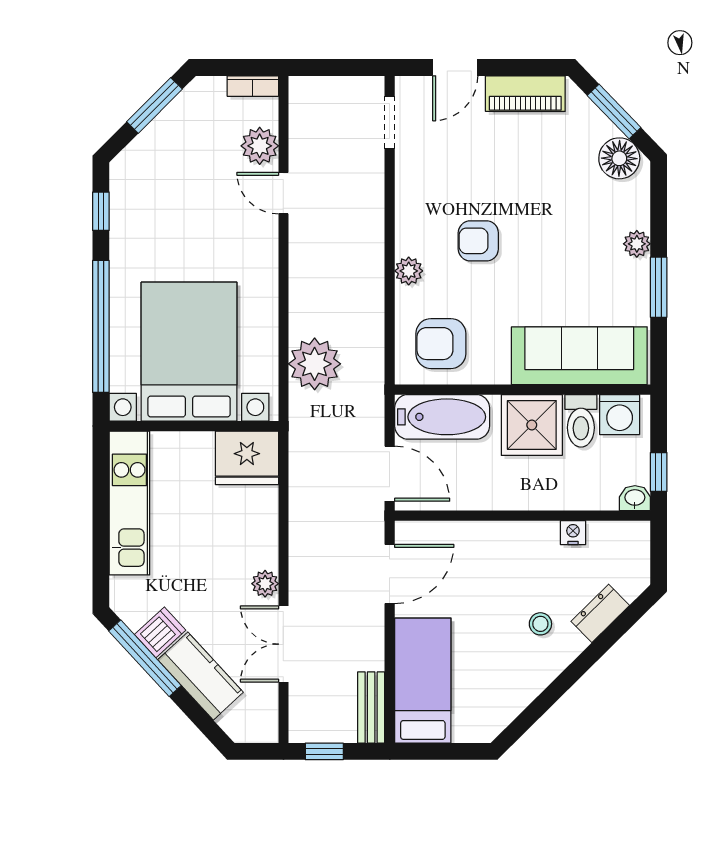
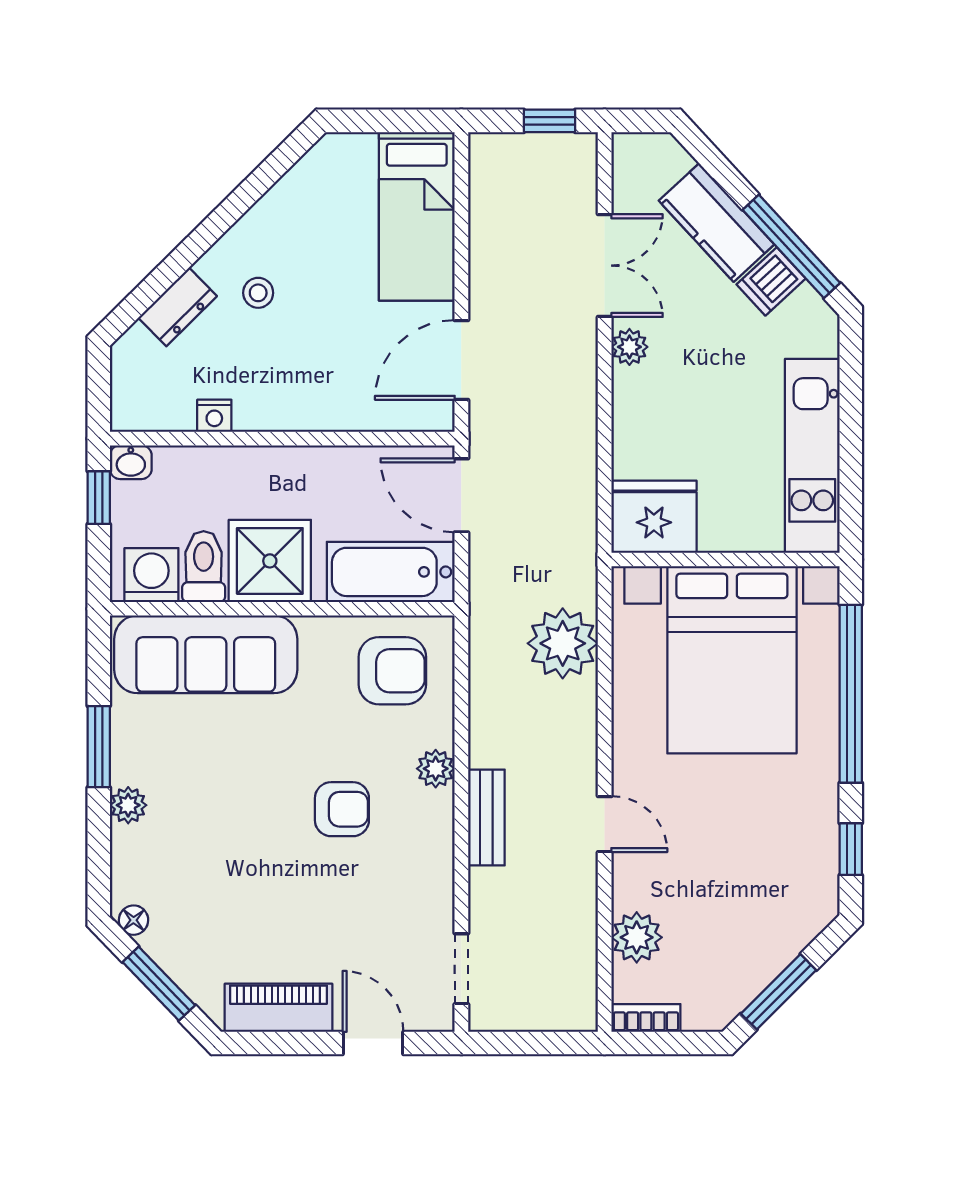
door: (455, 67) -> (373, 1043), hinge flipped
floor lamp: (619, 158) -> (133, 920), width x0.53, depth x0.53
door: (283, 193) -> (605, 824), moved
bench: (371, 708) -> (486, 817), moved

